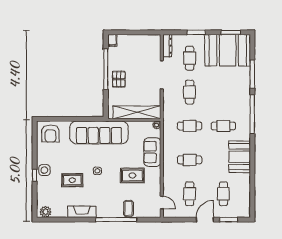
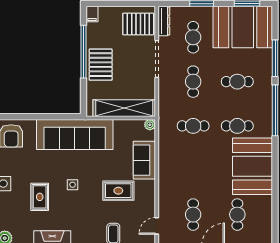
pallet: (148, 48) -> (138, 24), added
pallet: (119, 79) -> (101, 65), width x1.50, depth x1.42
booth: (240, 157) -> (253, 166), width x1.36, depth x1.42
cafe table: (190, 160) -> (237, 82), moved
rug: (72, 180) -> (40, 197), turned 90
door: (162, 202) -> (157, 226), swing flipped

